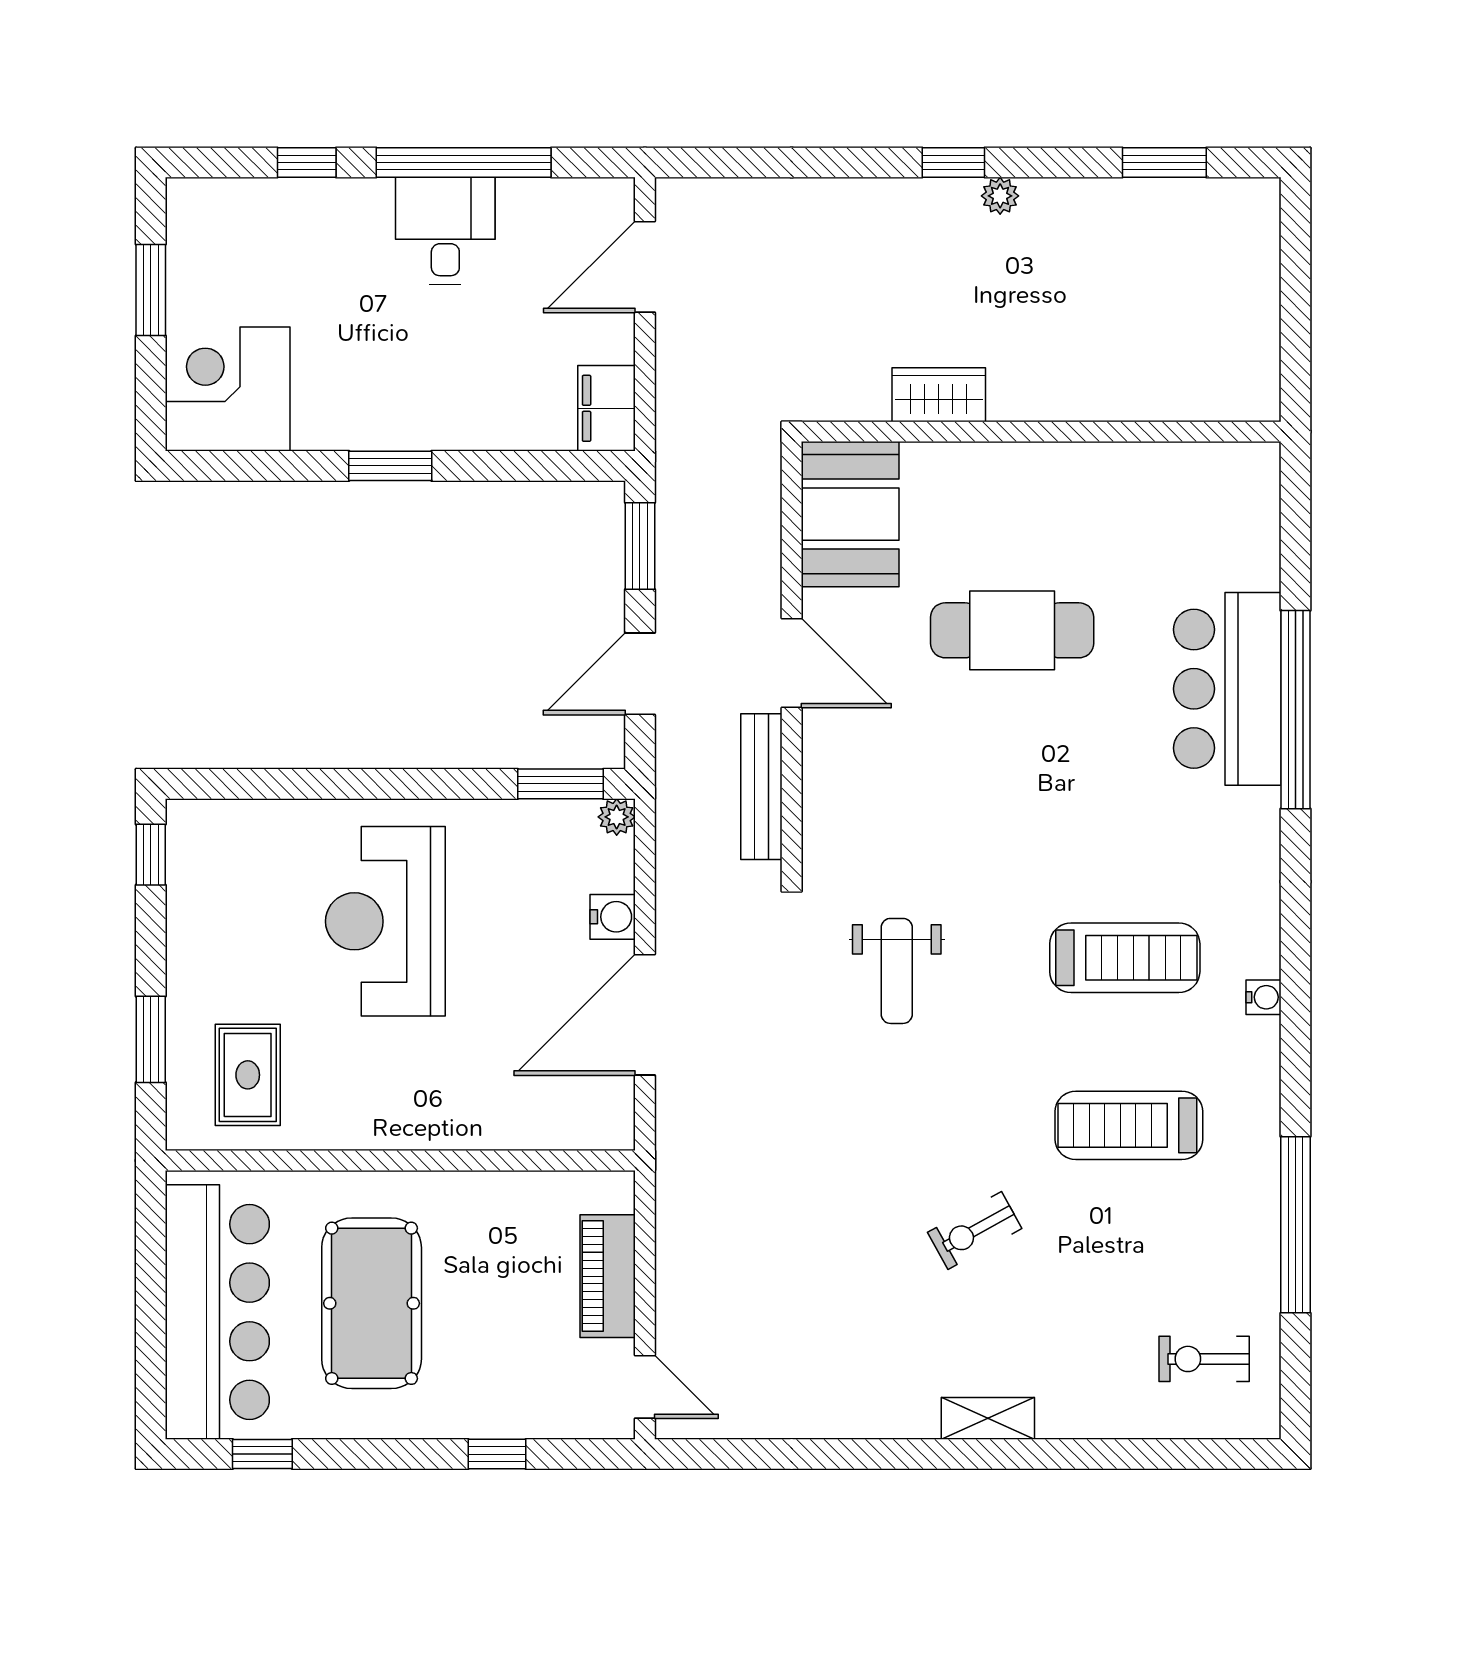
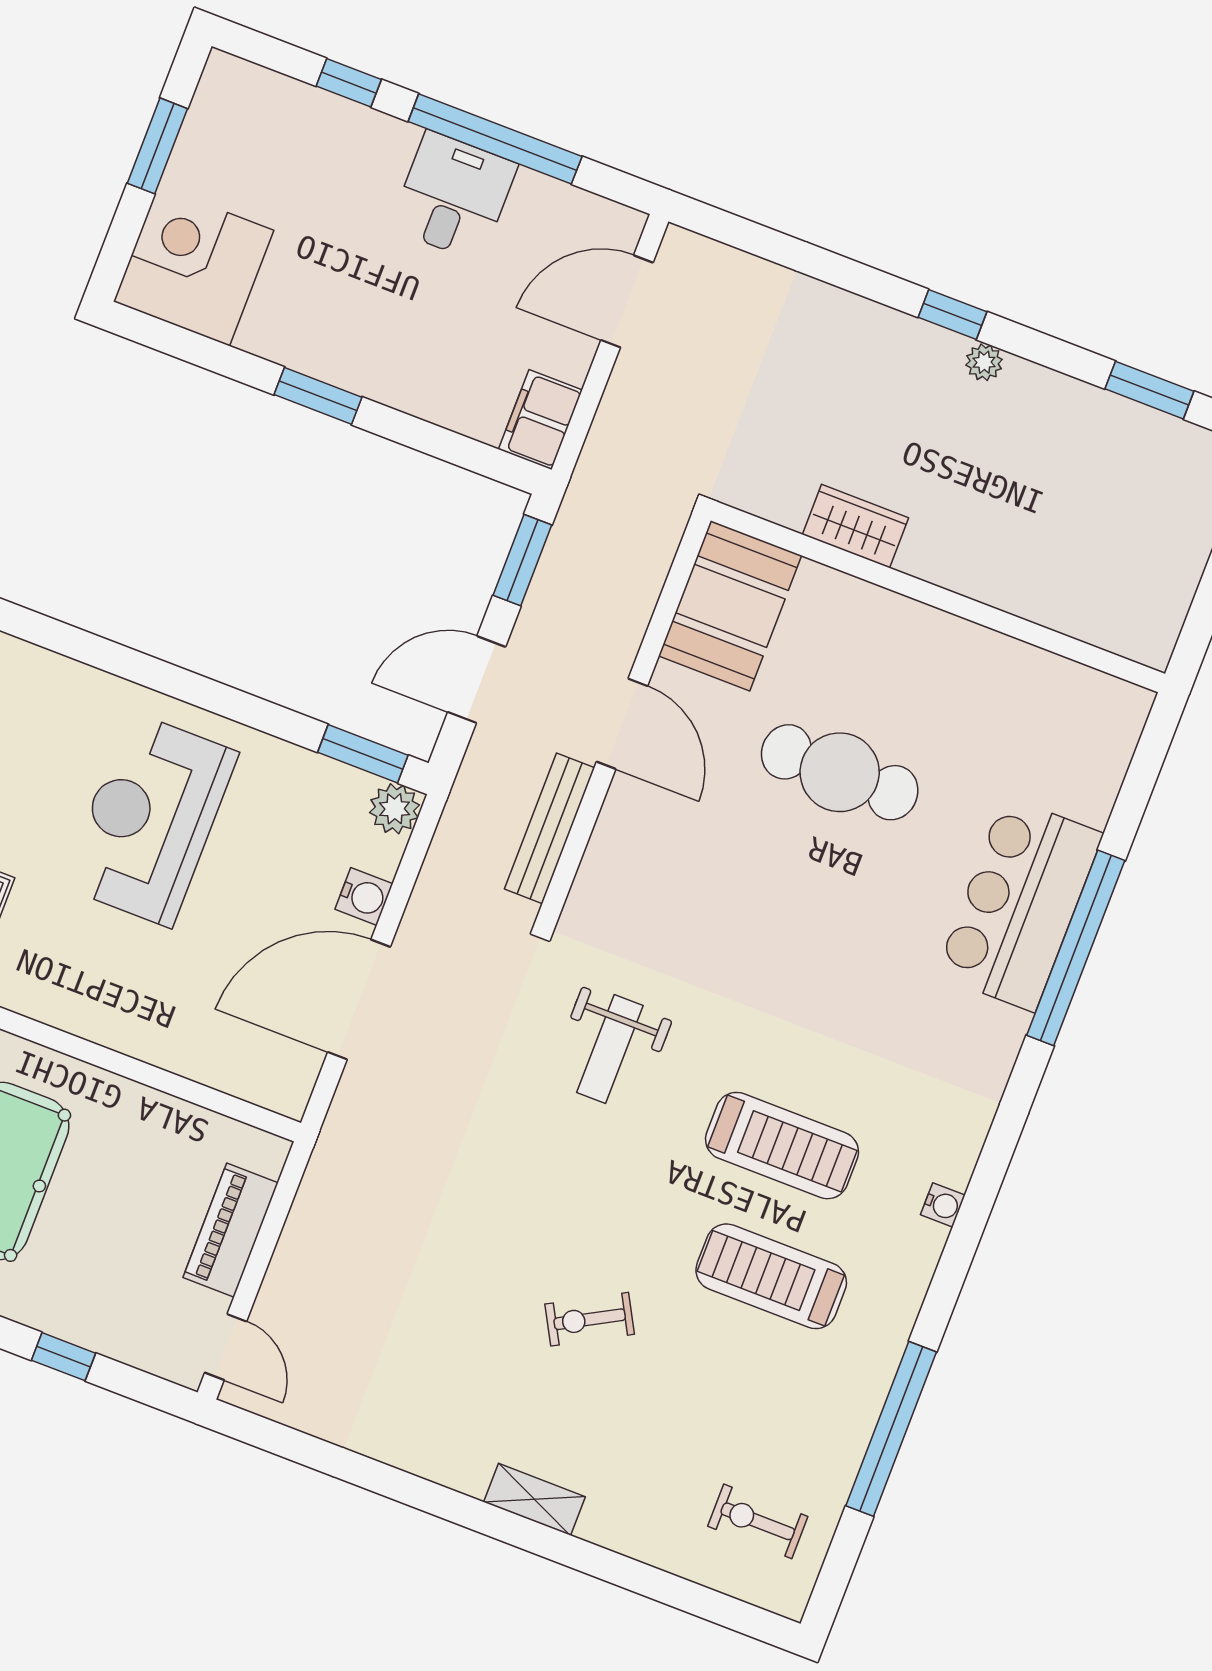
plant: (617, 817) -> (395, 809), width x1.38, depth x1.38
treadmill: (1125, 958) -> (782, 1146), moved

